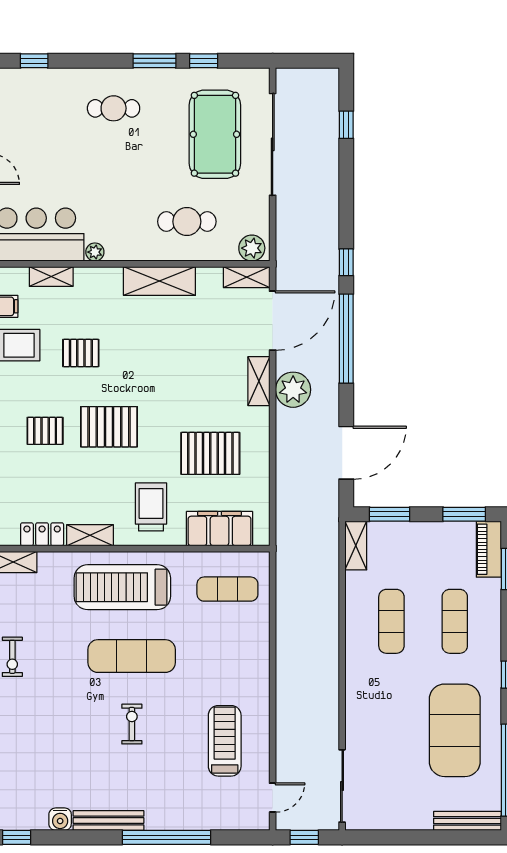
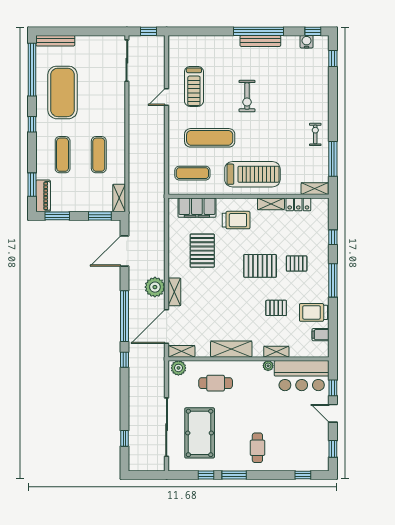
cafe table: (114, 108) -> (257, 448), turned 90
shelving: (51, 277) -> (276, 352), moved
pallet: (210, 453) -> (202, 251), turned 90
trolley: (151, 507) -> (236, 220), turned -90
exercise mat: (132, 656) -> (210, 138), moved
exercise bike: (132, 724) -> (247, 96), width x1.38, depth x1.39
door: (273, 798) -> (167, 97), moved
water cooler: (60, 819) -> (307, 42), moved
window: (167, 837) -> (258, 31), moved

